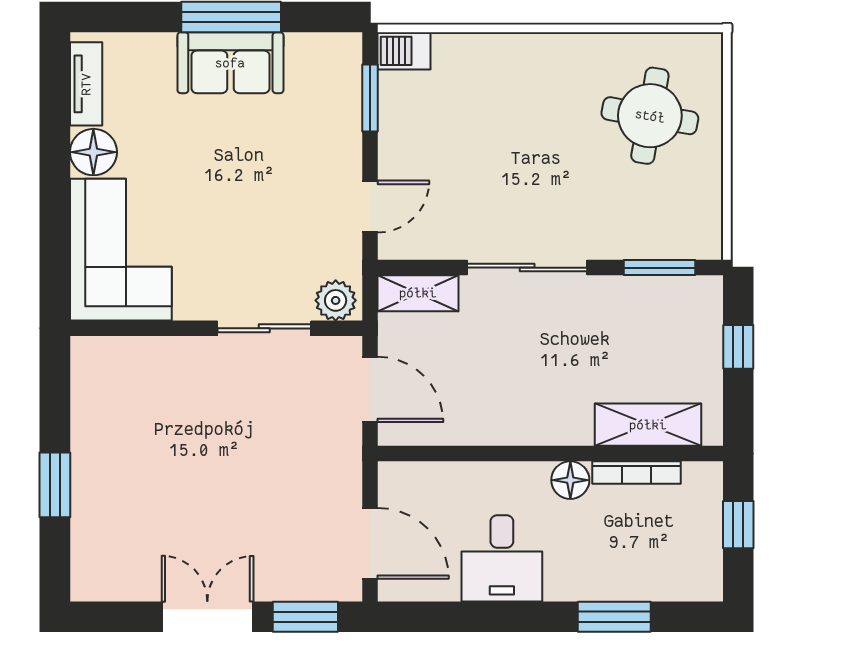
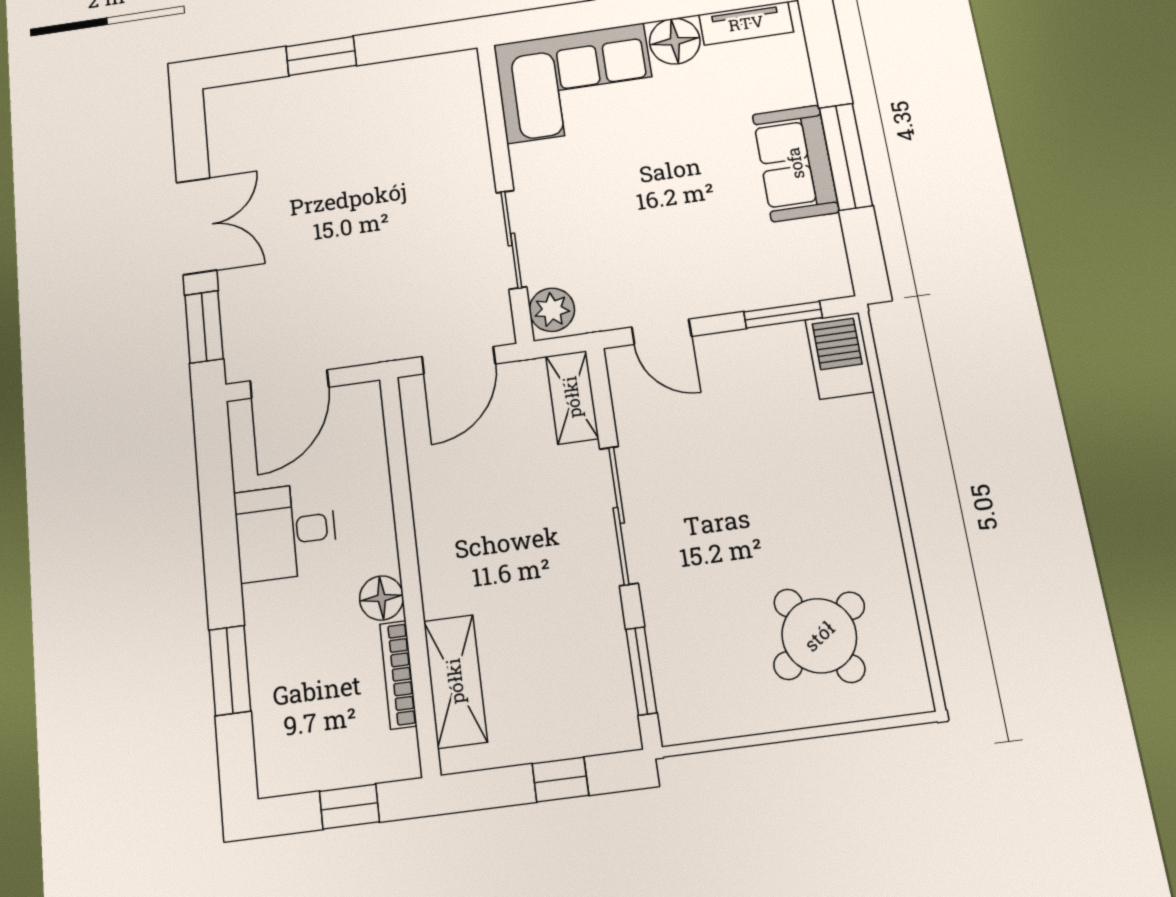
barbecue: (404, 51) -> (839, 356), width x1.38, depth x1.27
round table: (650, 116) -> (819, 636), turned 45

